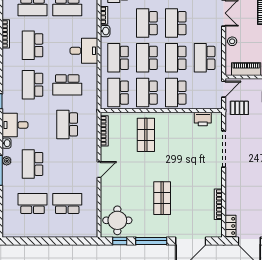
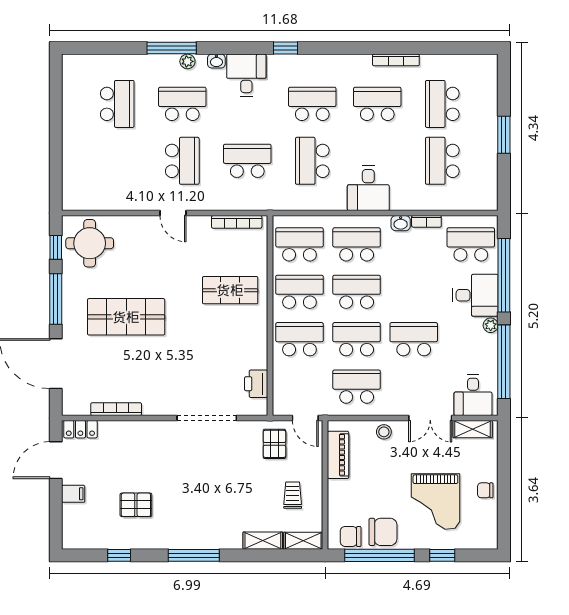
school desk: (147, 23) -> (414, 292), removed
shop shelf: (162, 198) -> (126, 317), width x1.43, depth x1.36
school desk: (67, 204) -> (182, 161), moved

